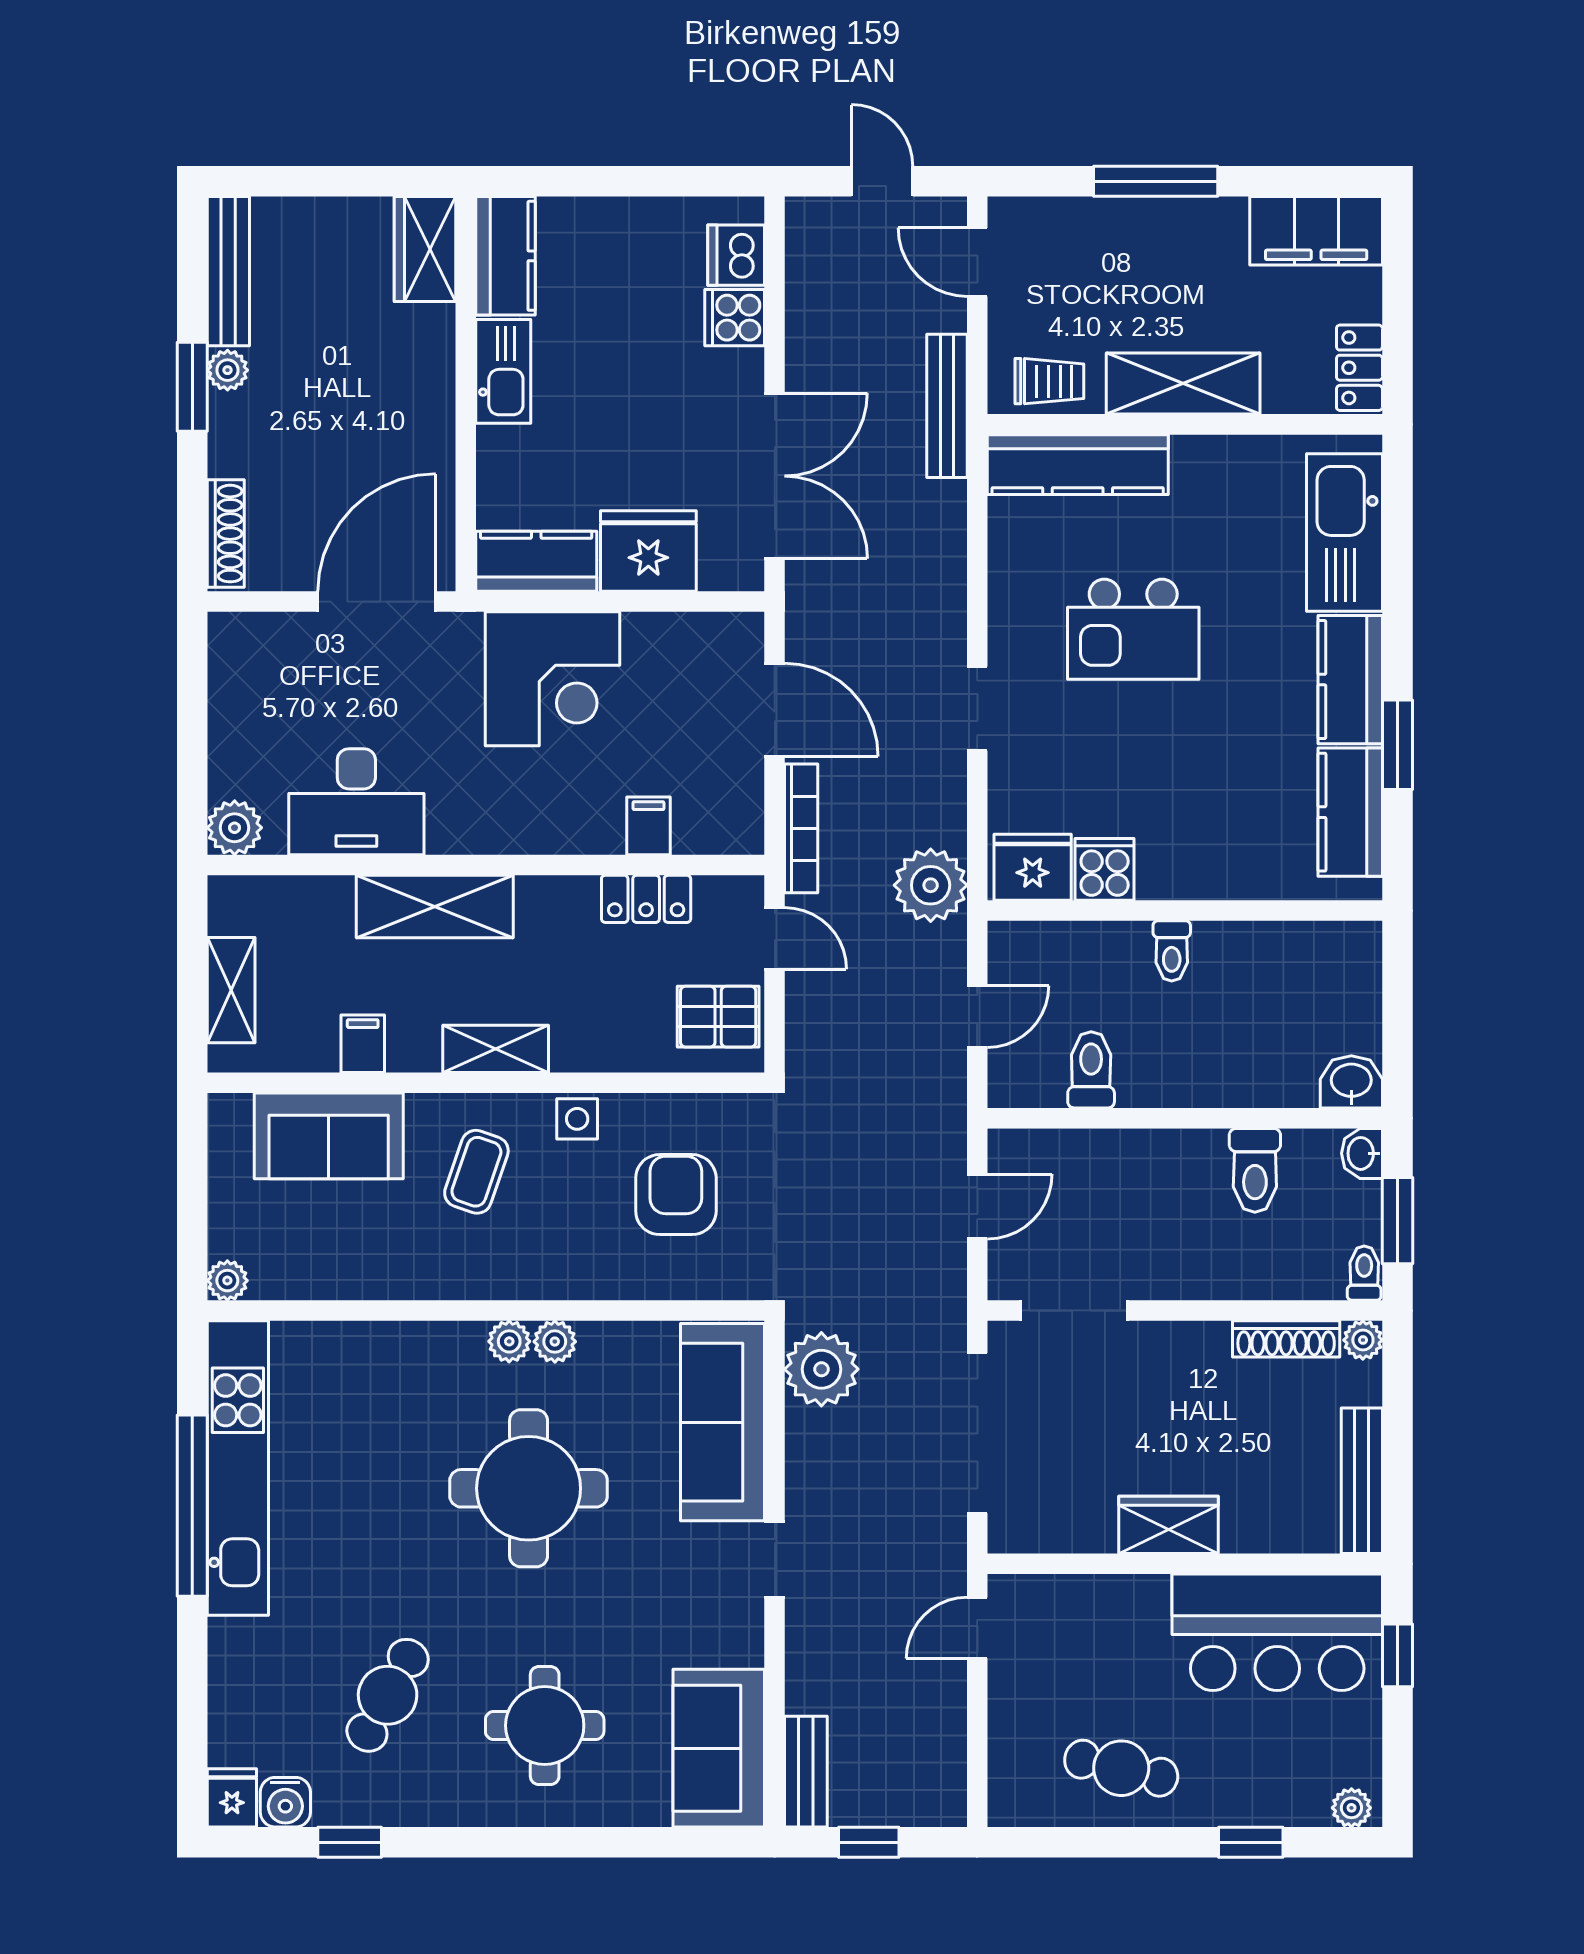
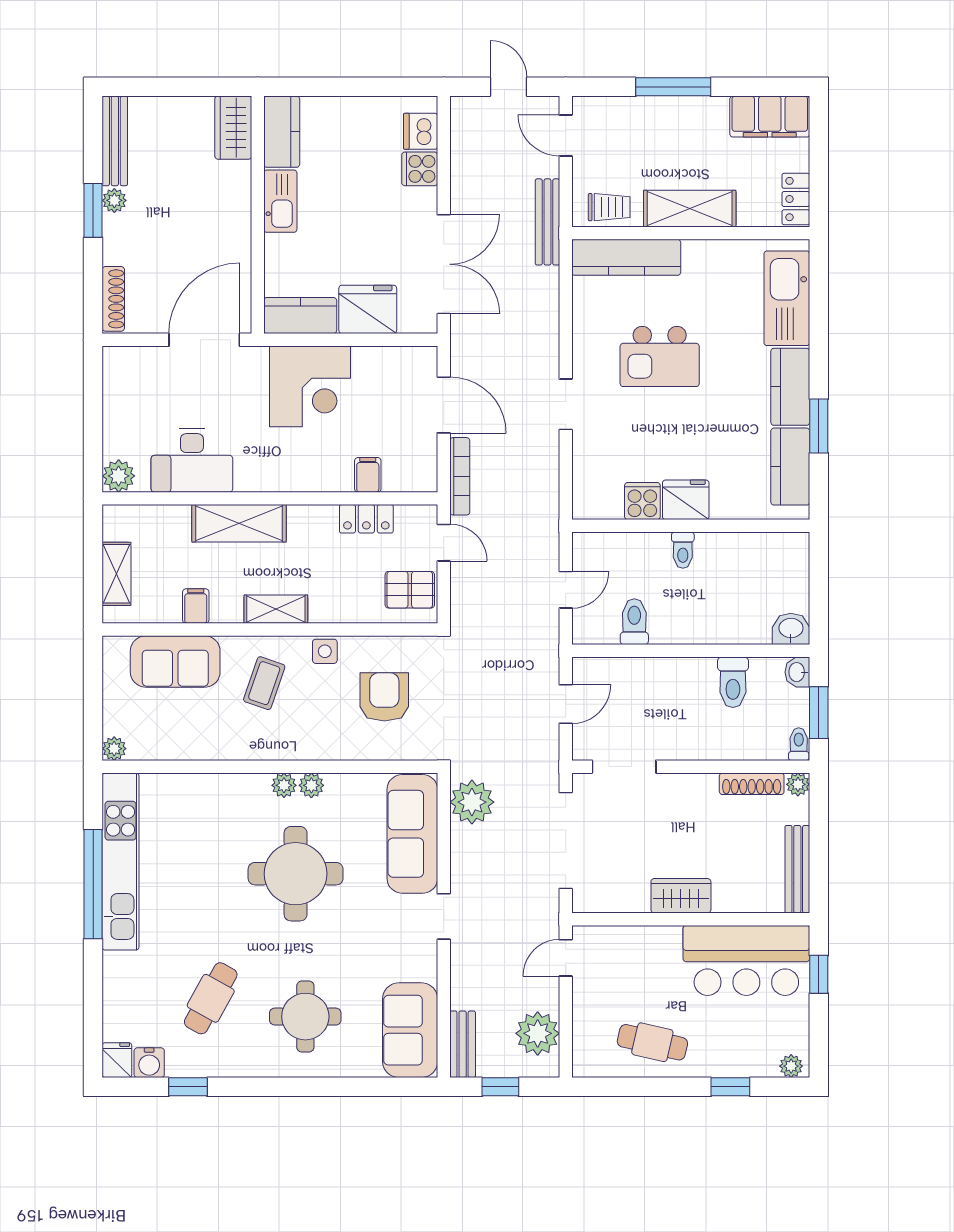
fridge: (1033, 867) -> (686, 500), moved
plant: (931, 885) -> (538, 1033), moved

